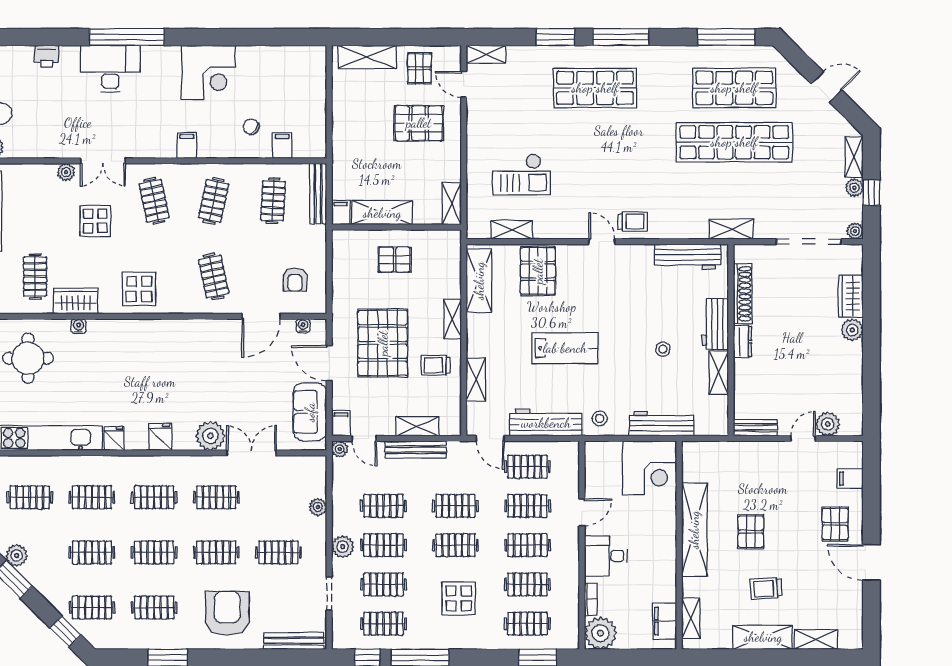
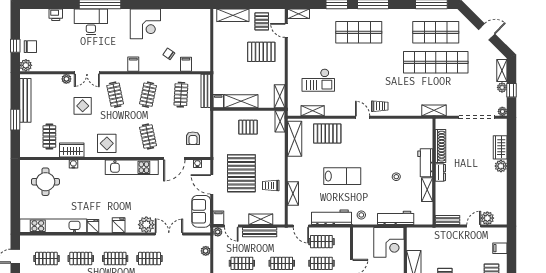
workbench: (688, 257) -> (410, 126), removed
pallet: (538, 271) -> (327, 133), turned 90
shelving: (453, 319) -> (280, 121), moved
kitchen unit: (184, 332) -> (132, 167), added
plant: (318, 507) -> (206, 251), moved

